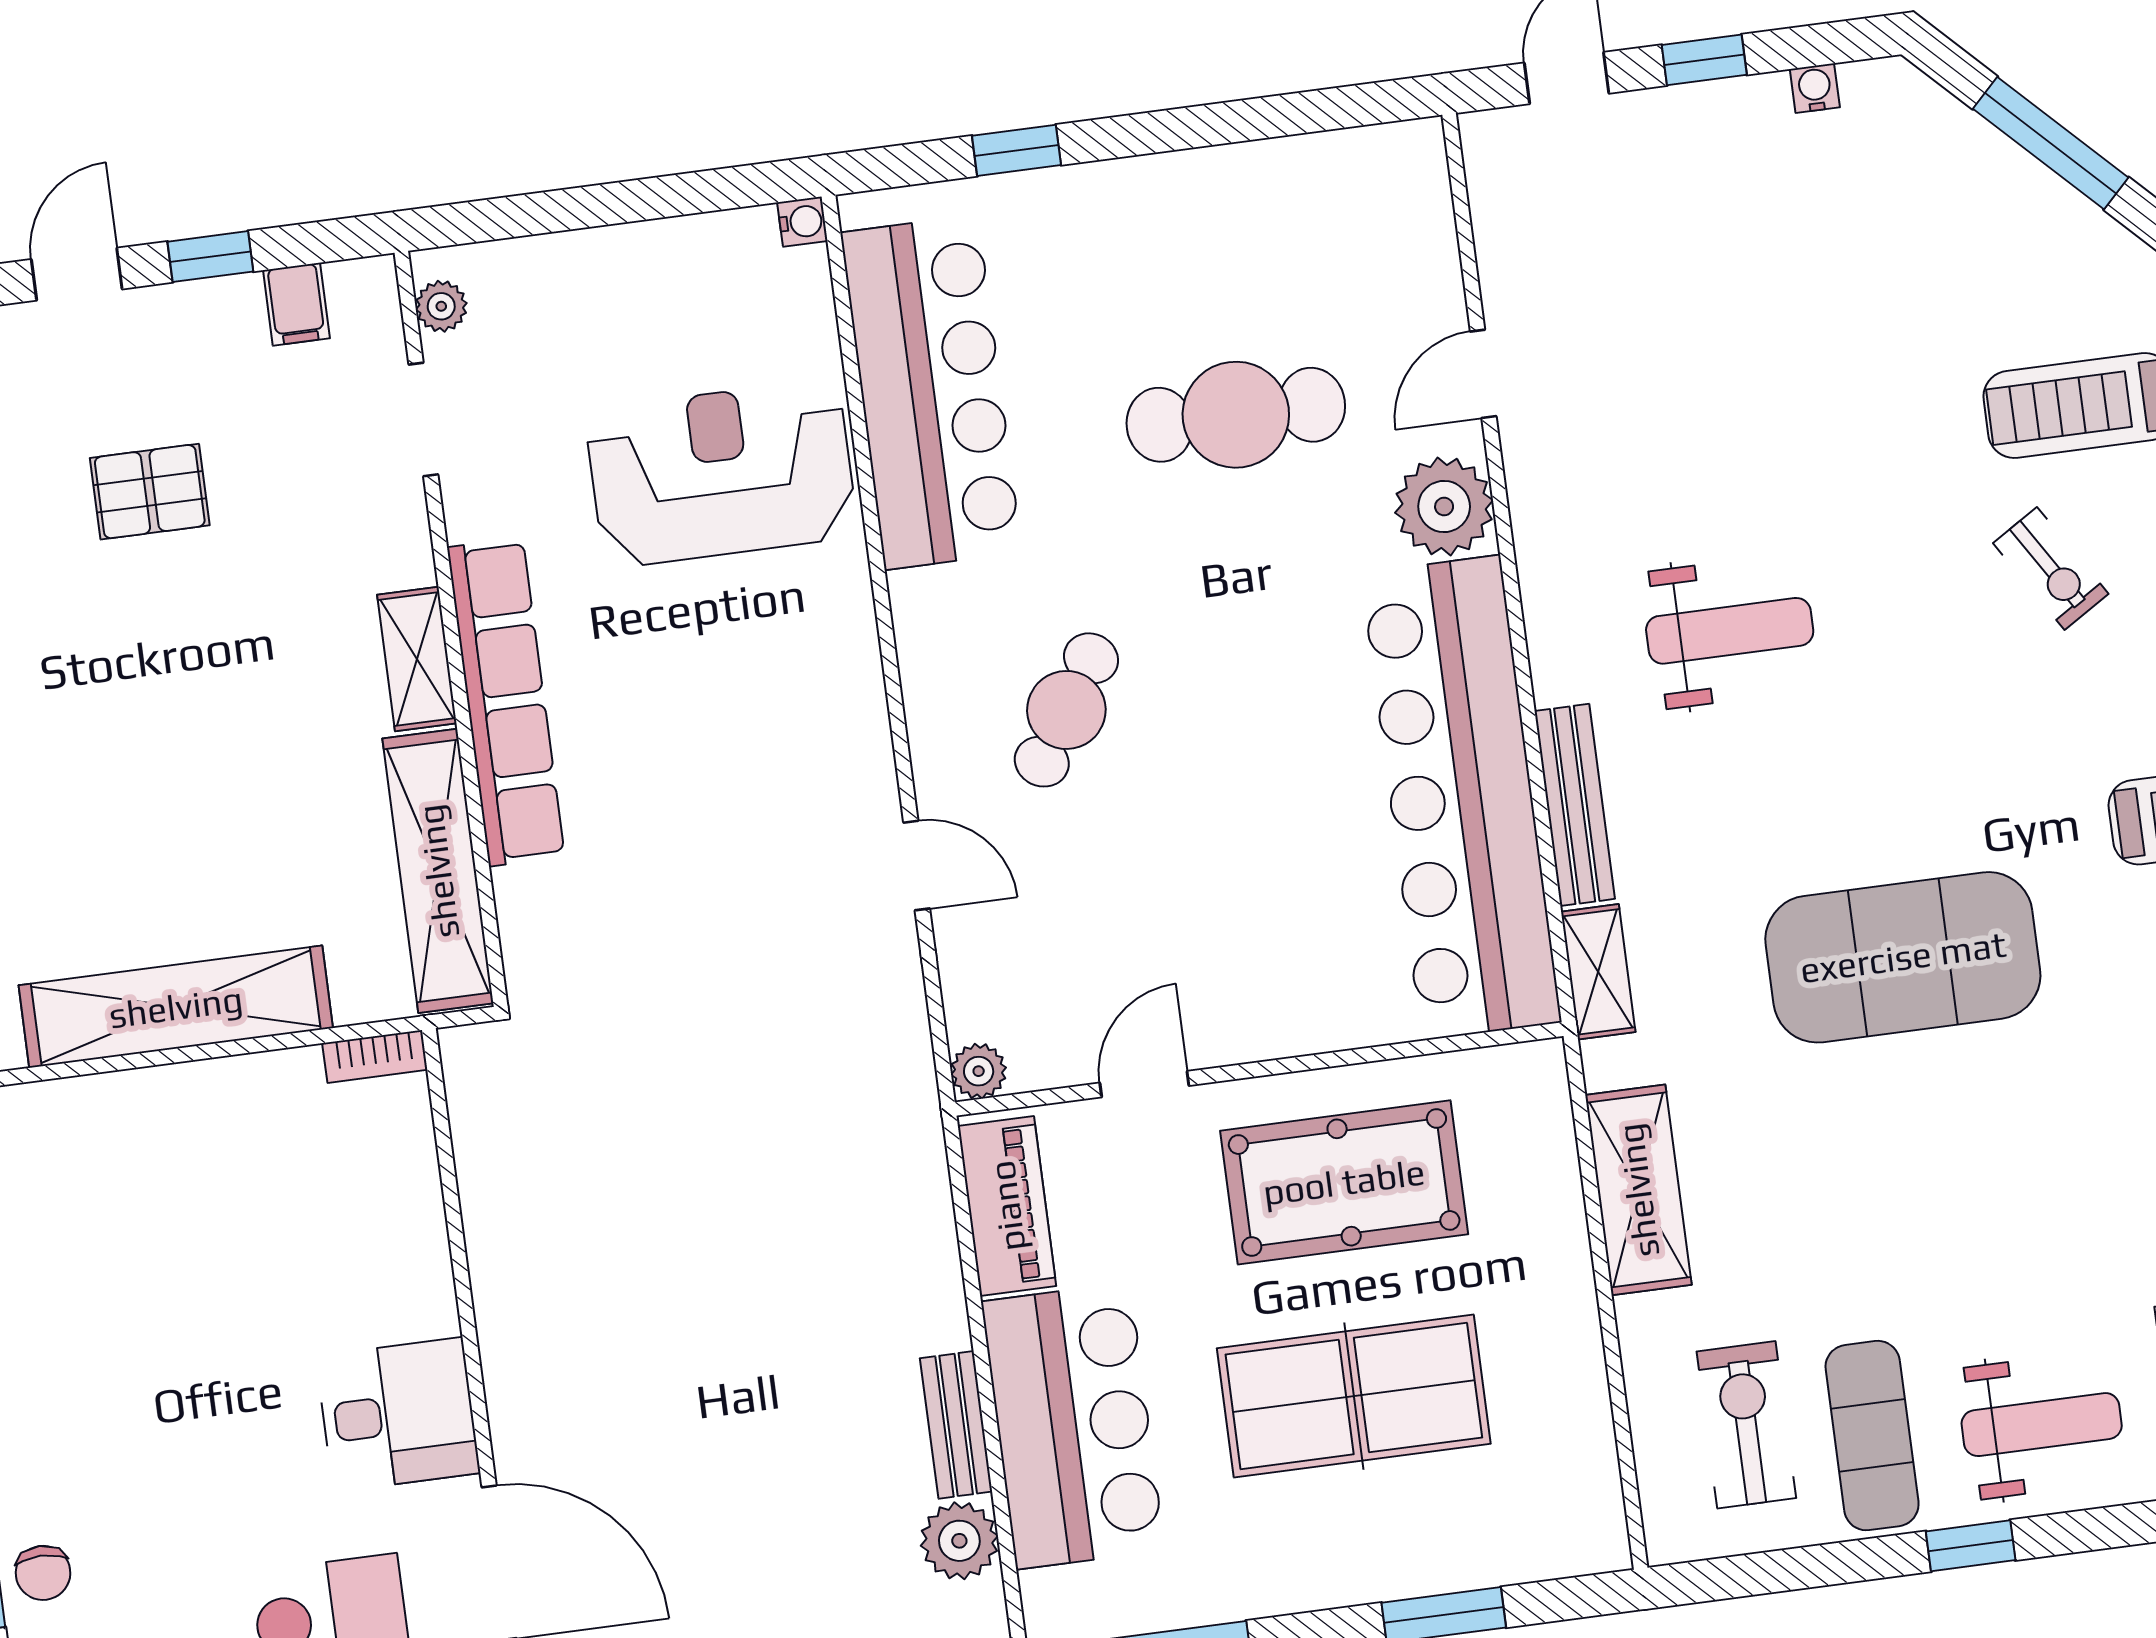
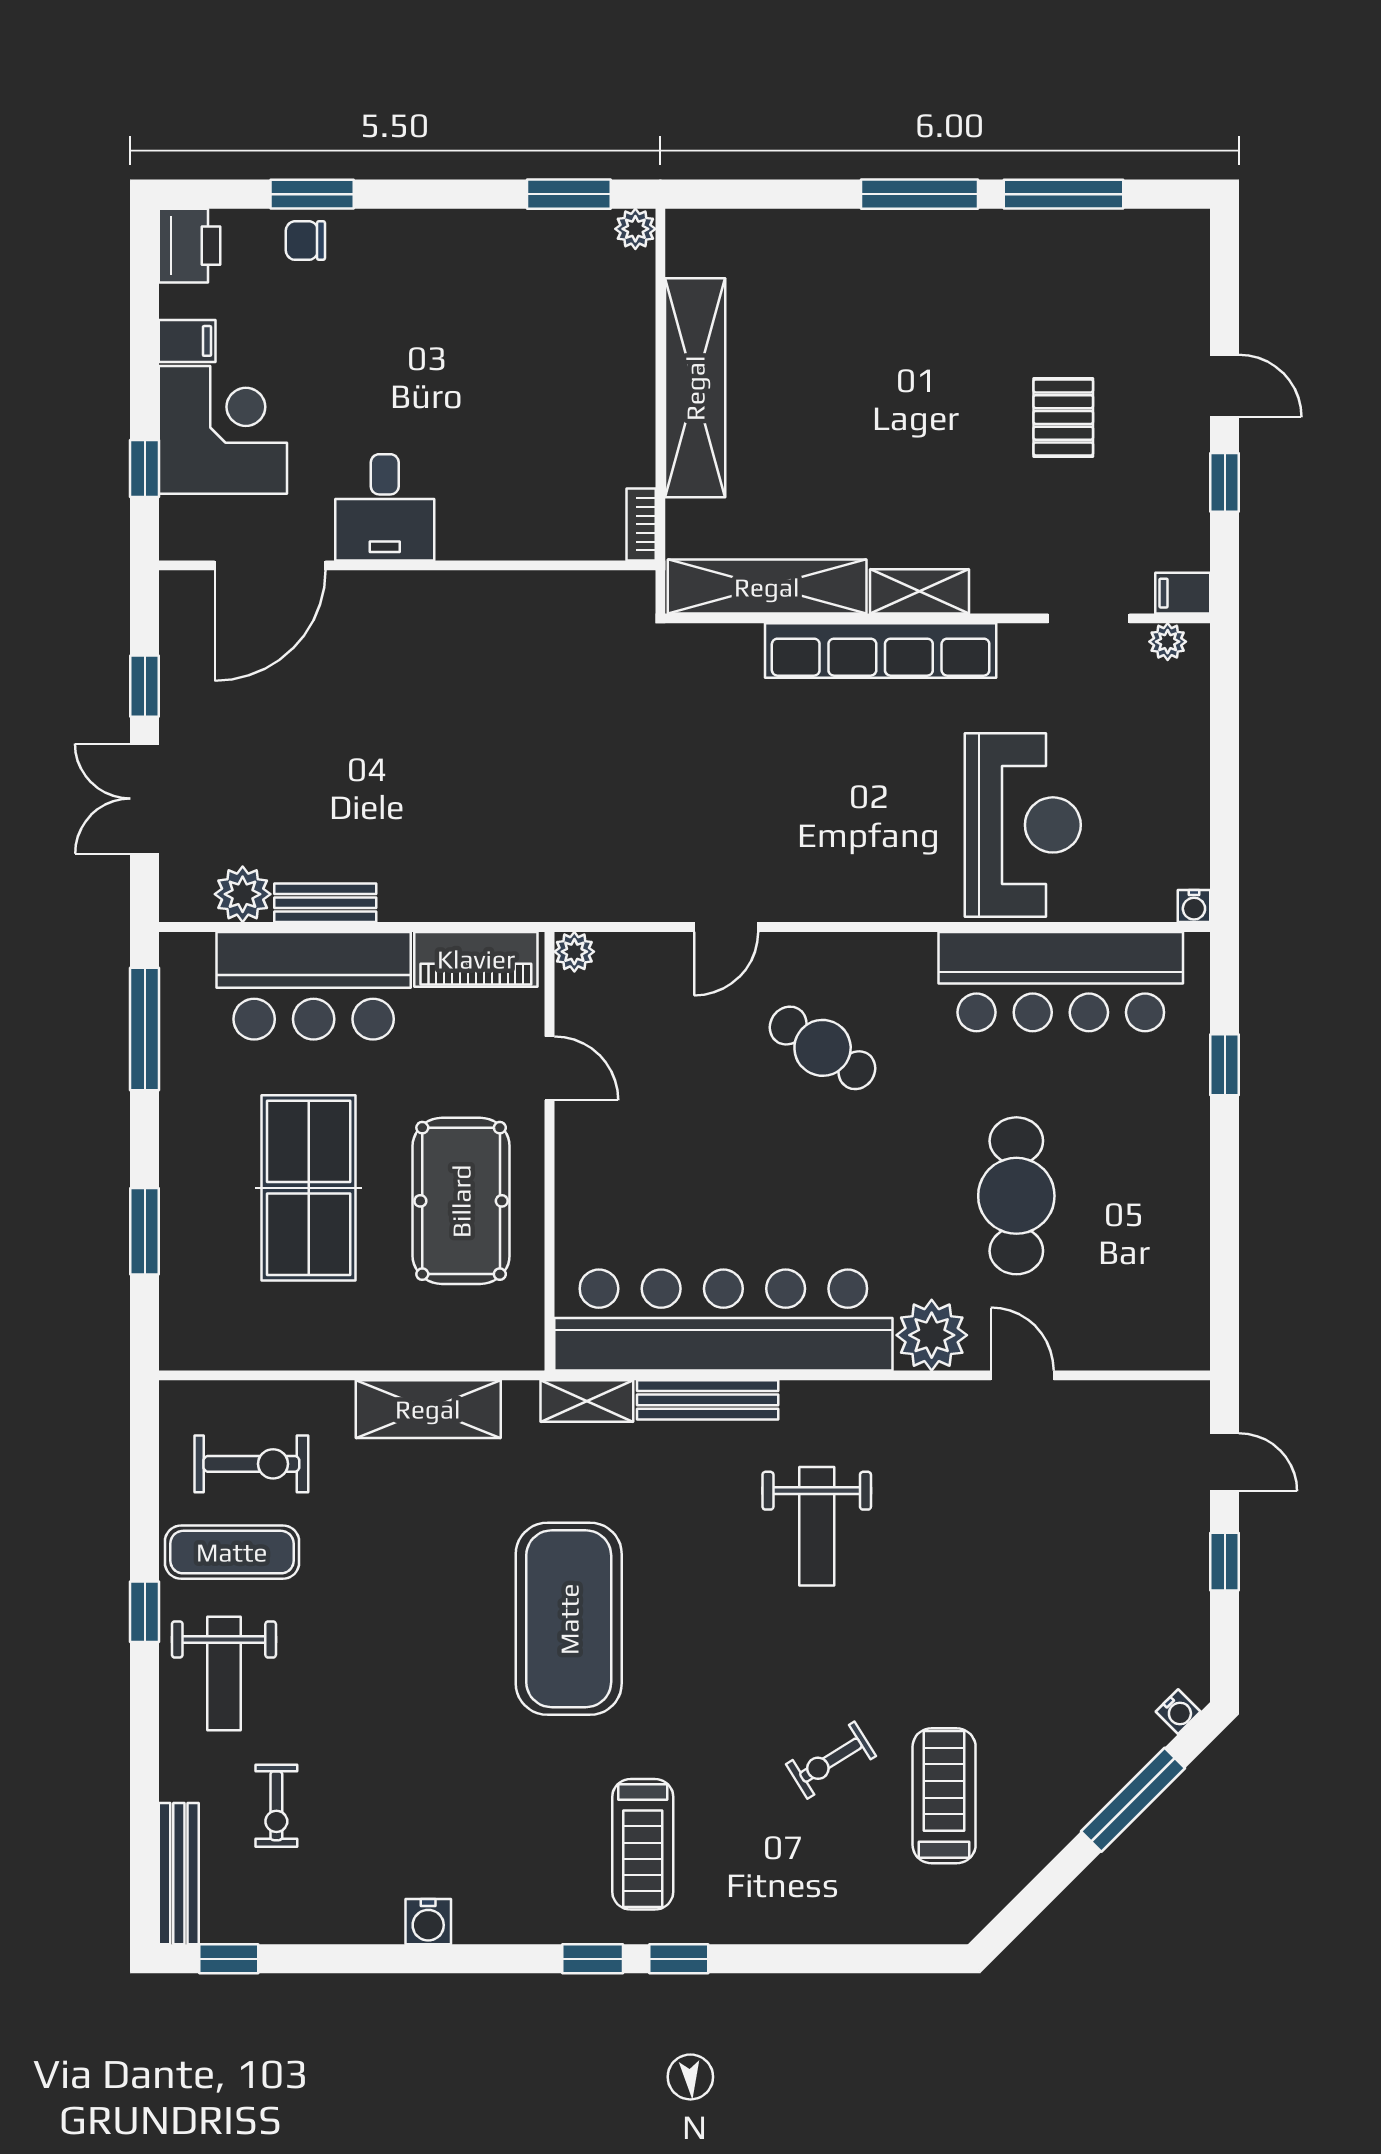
water cooler: (1815, 88) -> (1178, 1712), moved, turned 45
filing cabinet: (296, 304) -> (1183, 593), moved

